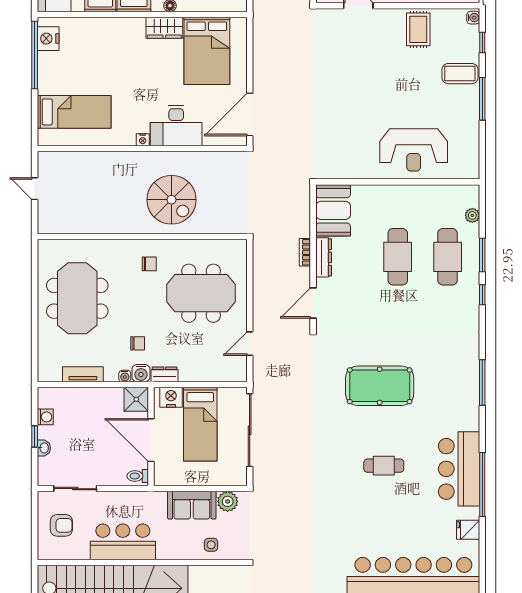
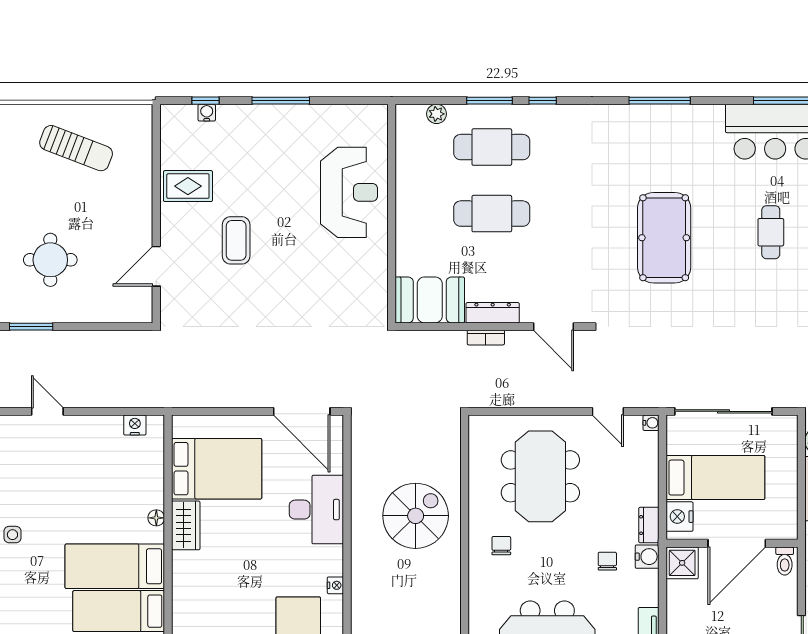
water cooler: (473, 18) -> (207, 113), moved
coffee table: (460, 74) -> (236, 240), moved
nightstand: (143, 140) -> (335, 585), moved
water cooler: (125, 376) -> (651, 423), moved

